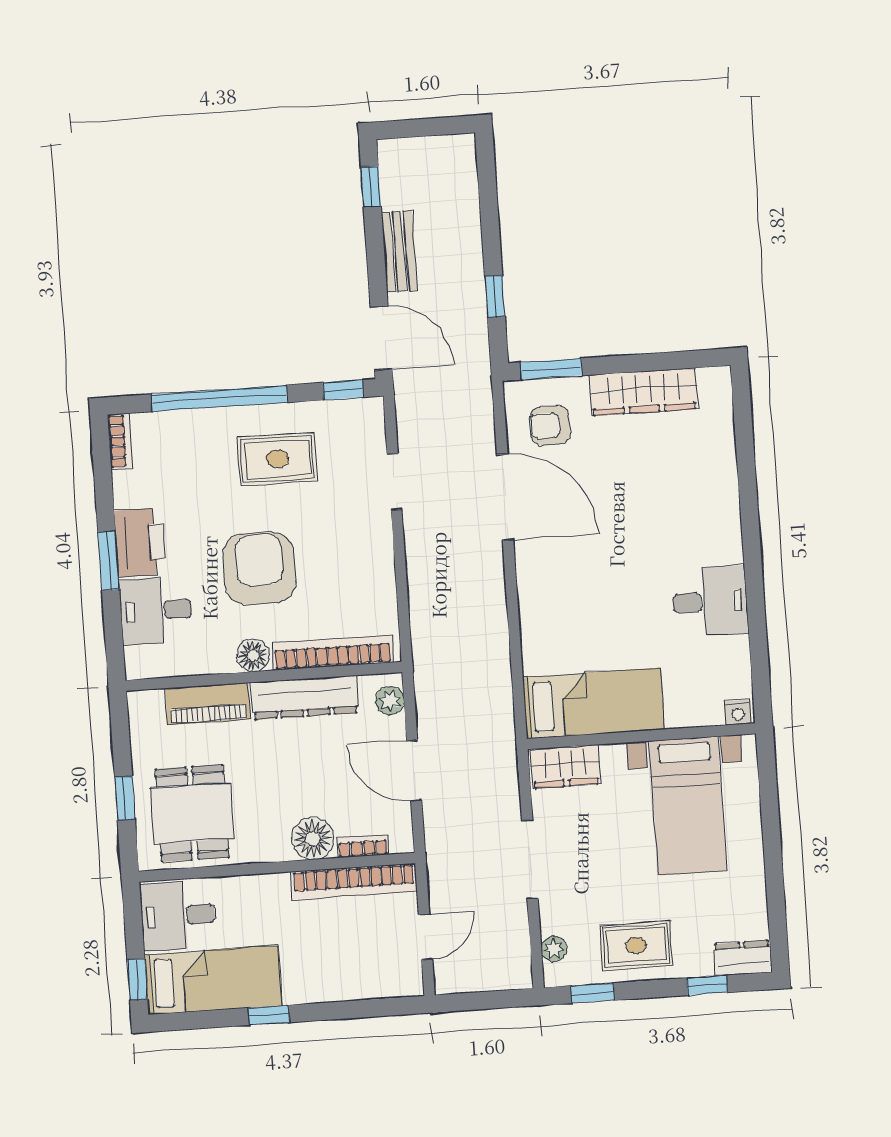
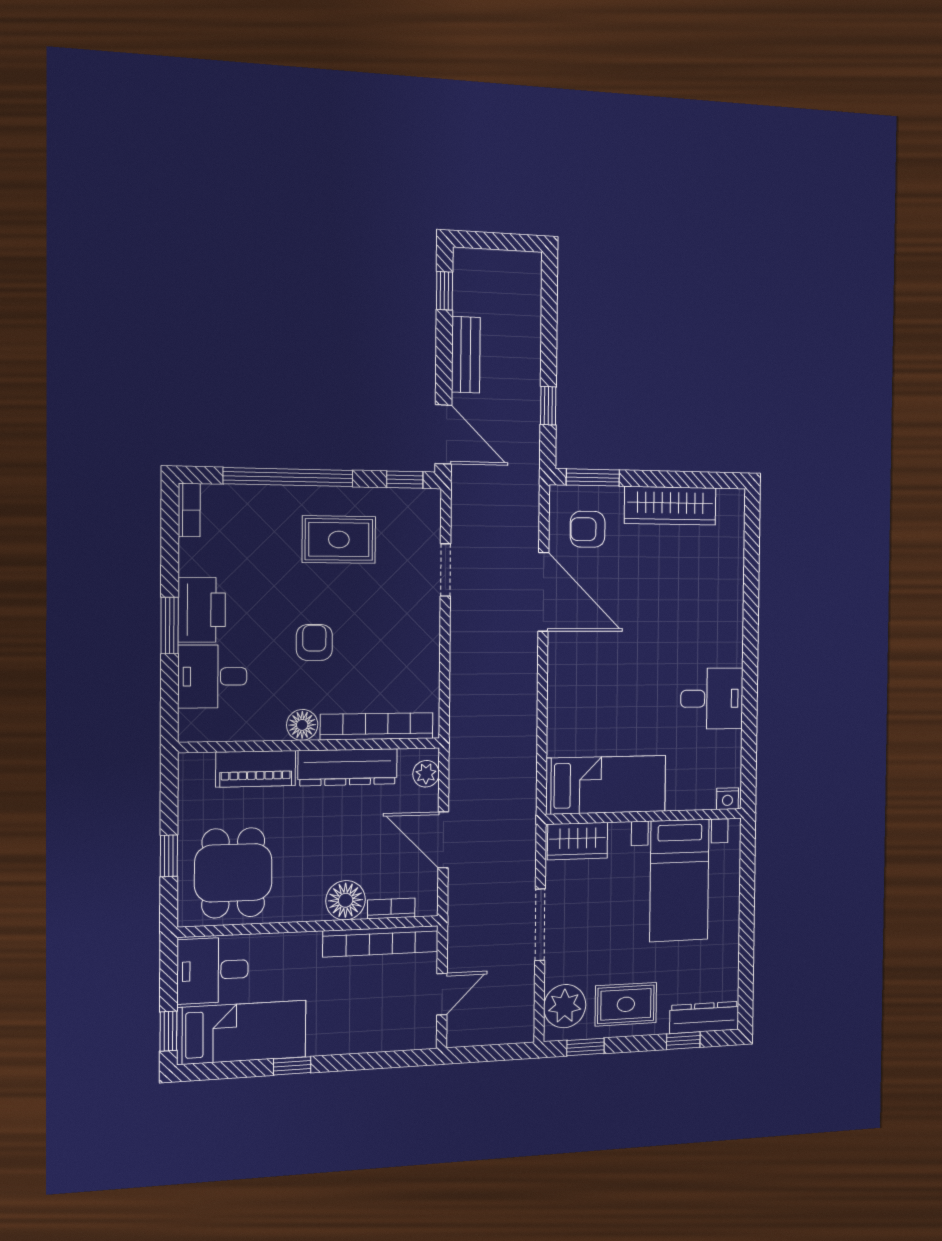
armchair: (259, 568) -> (314, 642), width x0.53, depth x0.53
plant: (554, 949) -> (565, 1006), width x1.88, depth x1.88
dresser: (743, 958) -> (704, 1017), width x1.44

